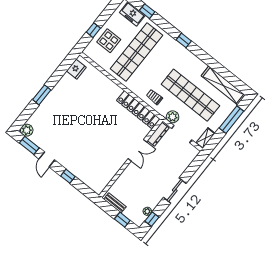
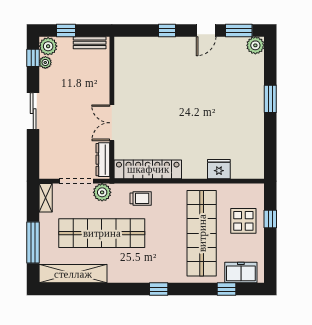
fridge: (76, 69) -> (219, 169), moved, turned 90
door: (47, 159) -> (206, 30), swing flipped
plant: (139, 219) -> (48, 46), added

